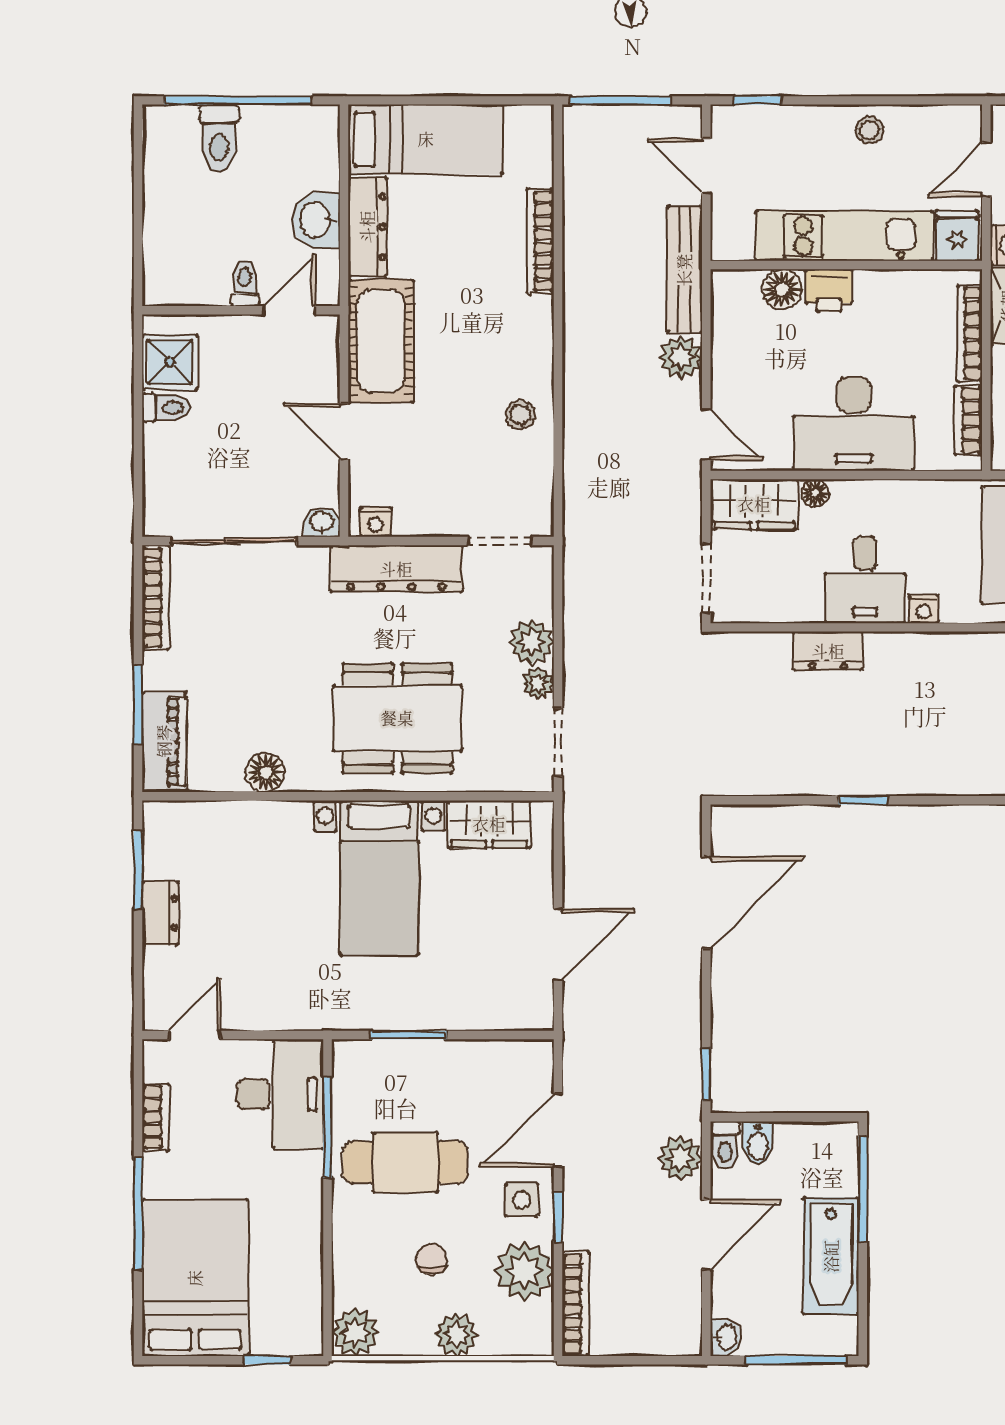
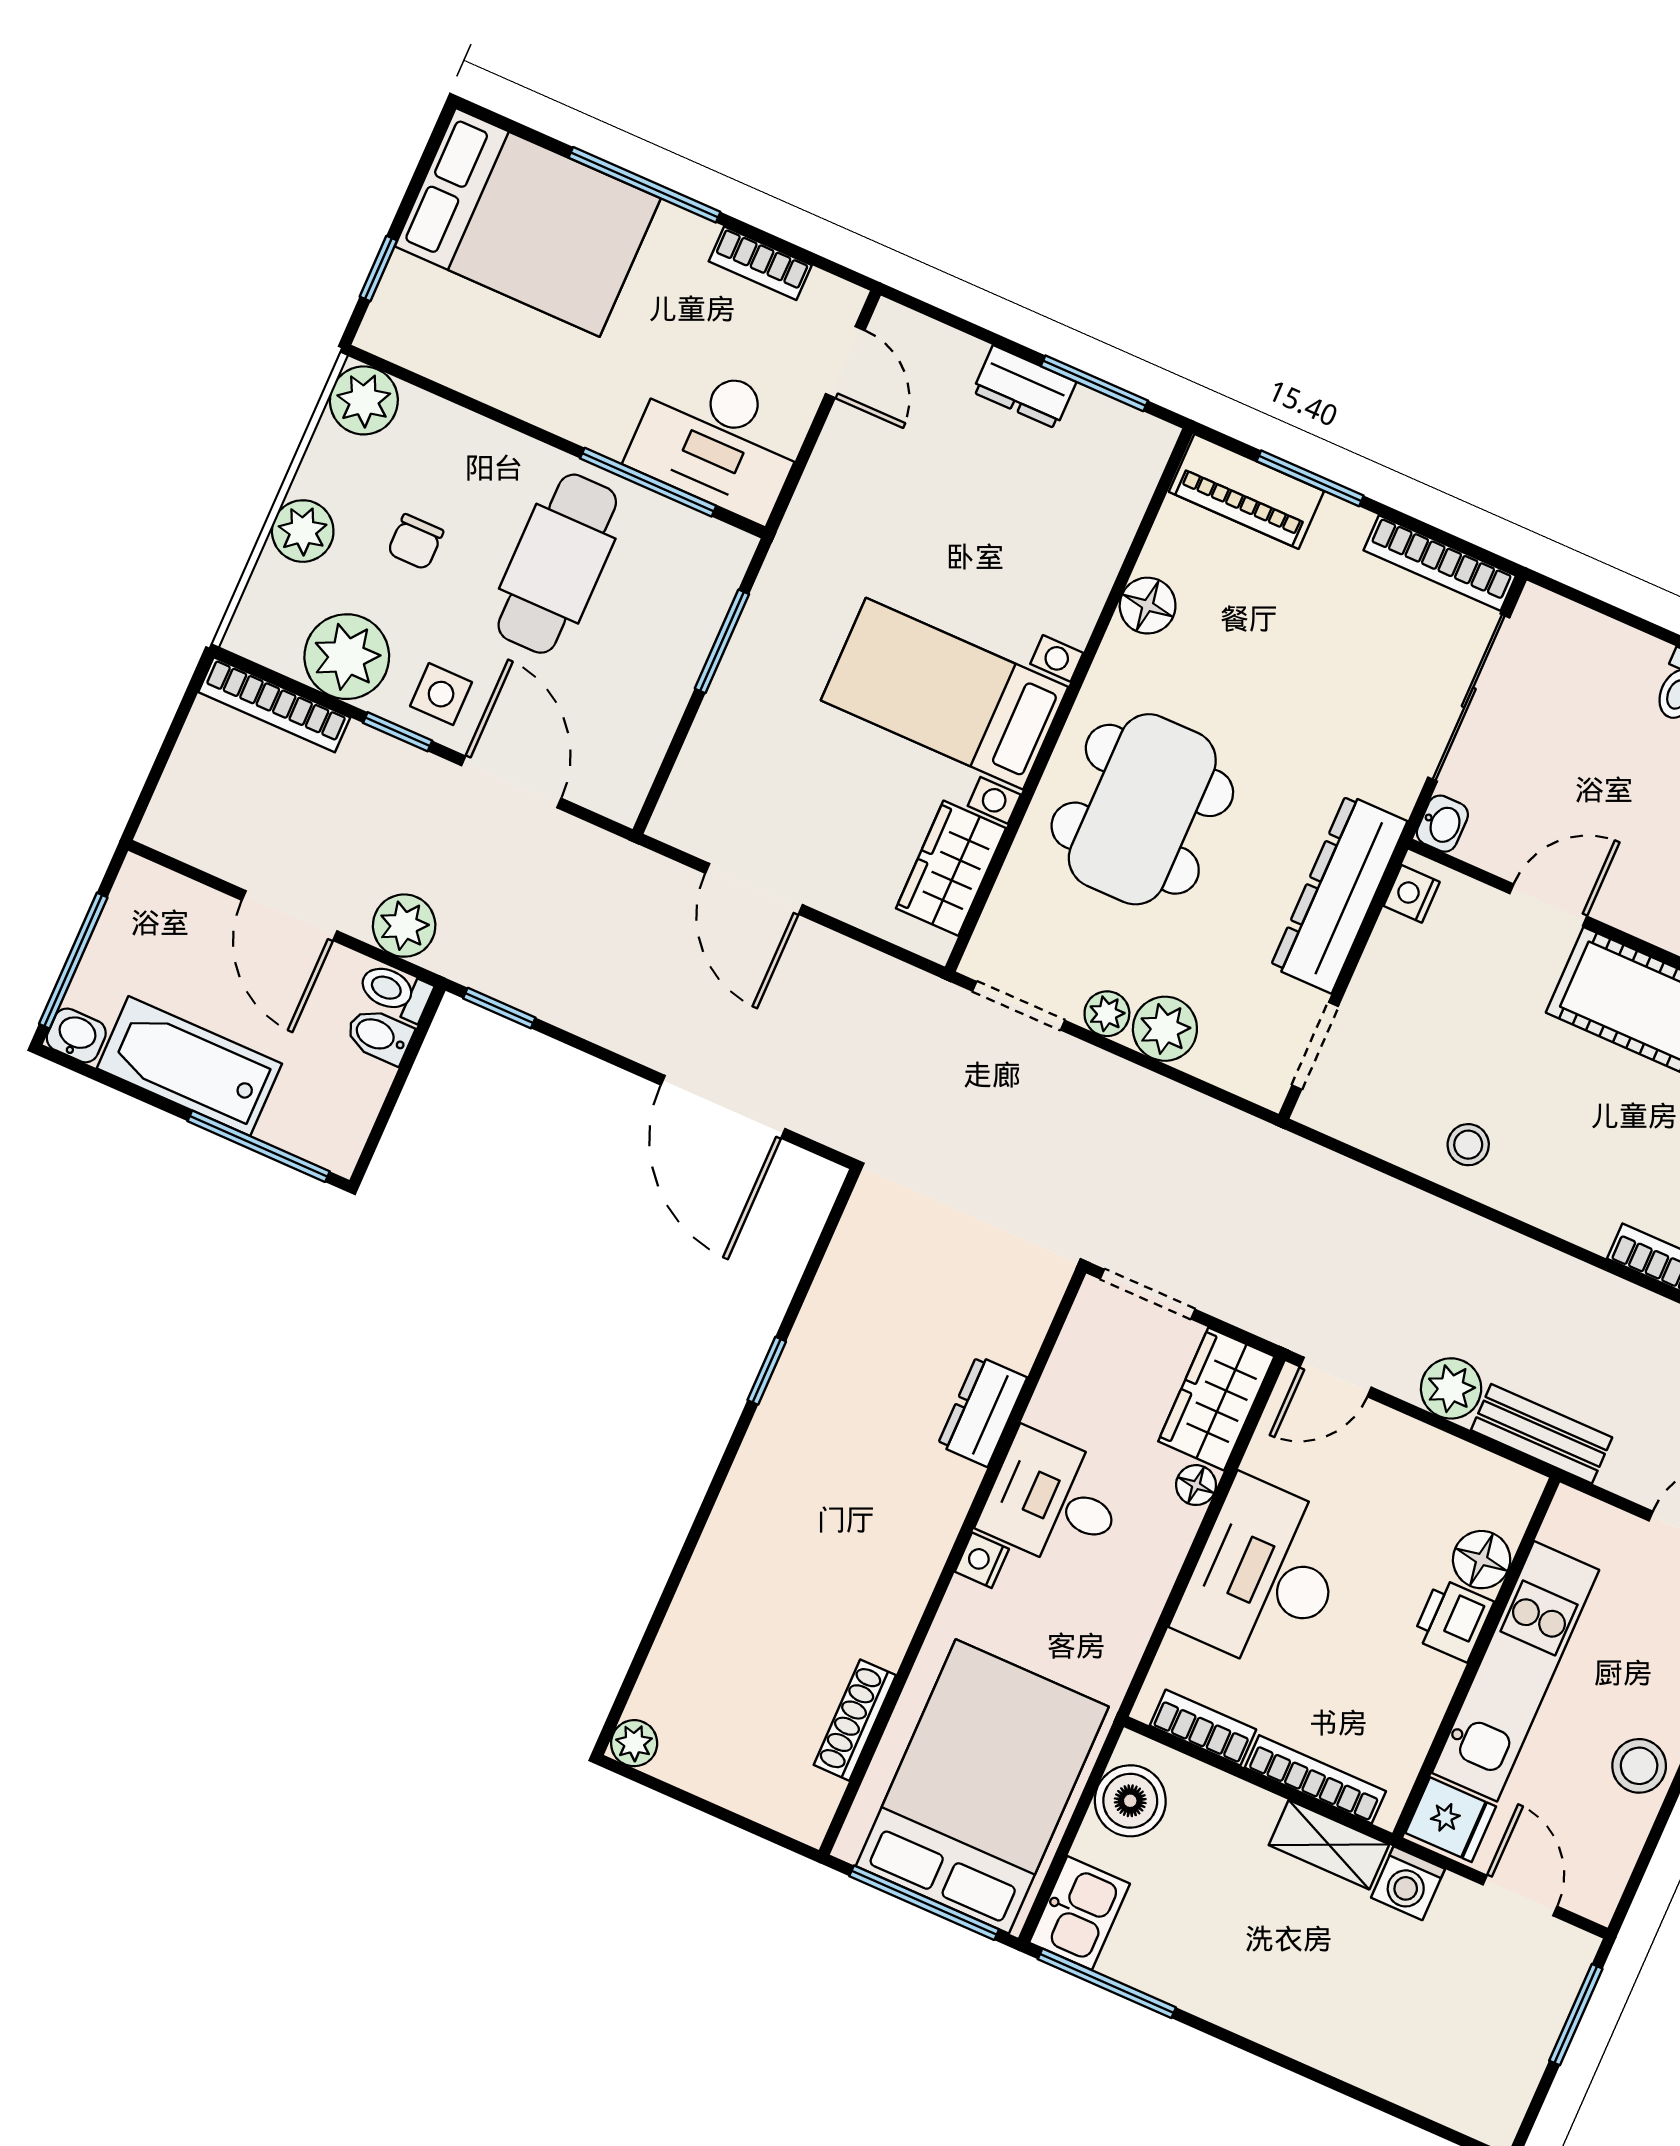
stool: (870, 130) -> (1639, 1766), width x1.37, depth x1.37
bench: (684, 270) -> (1542, 1434), width x0.73
chair: (431, 1259) -> (415, 542), turned 90
washbasin: (726, 1337) -> (76, 1035), moved, turned 180

